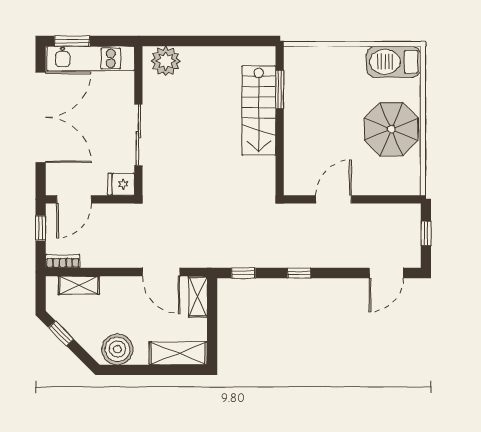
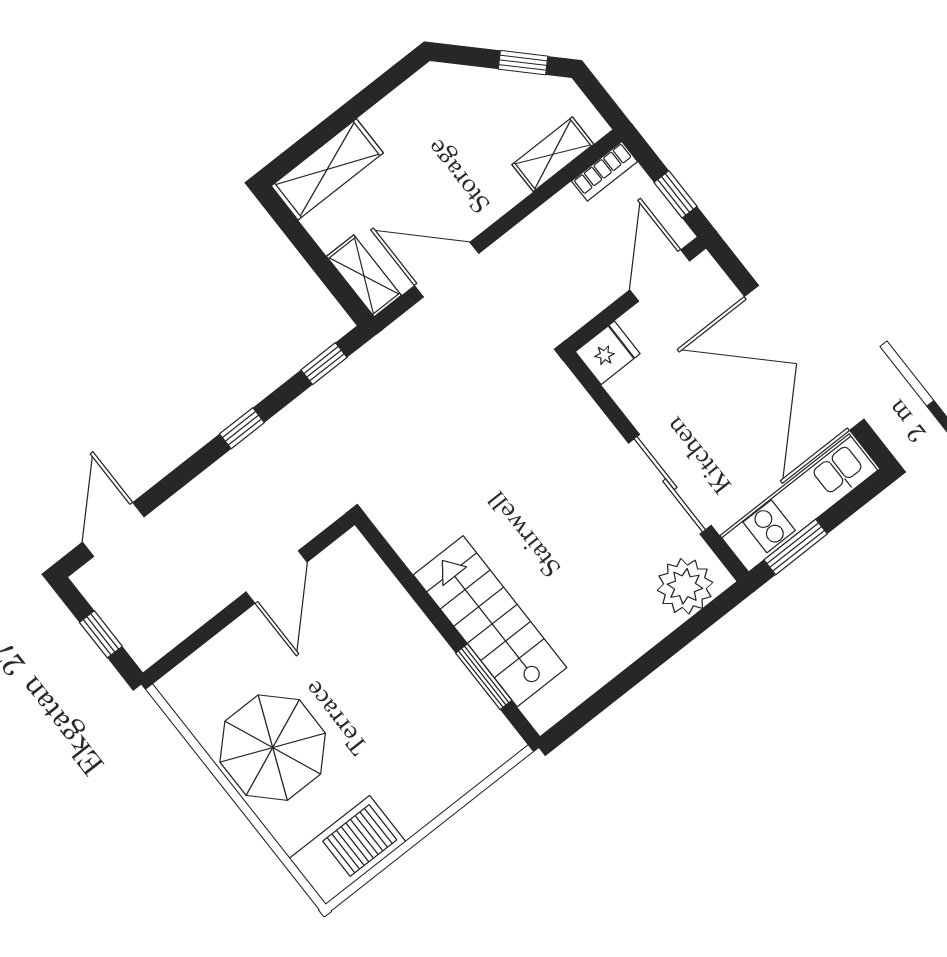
window: (72, 41) -> (796, 547), moved
sliding door: (138, 135) -> (670, 484), moved
boiler: (117, 349) -> (421, 105), removed

